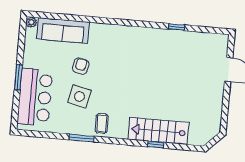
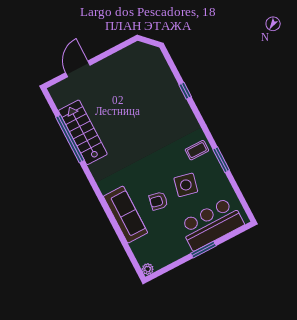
window: (176, 27) -> (70, 139), width x3.17
sofa: (63, 30) -> (126, 215), moved
stairs: (159, 131) -> (83, 132), moved, turned 180

